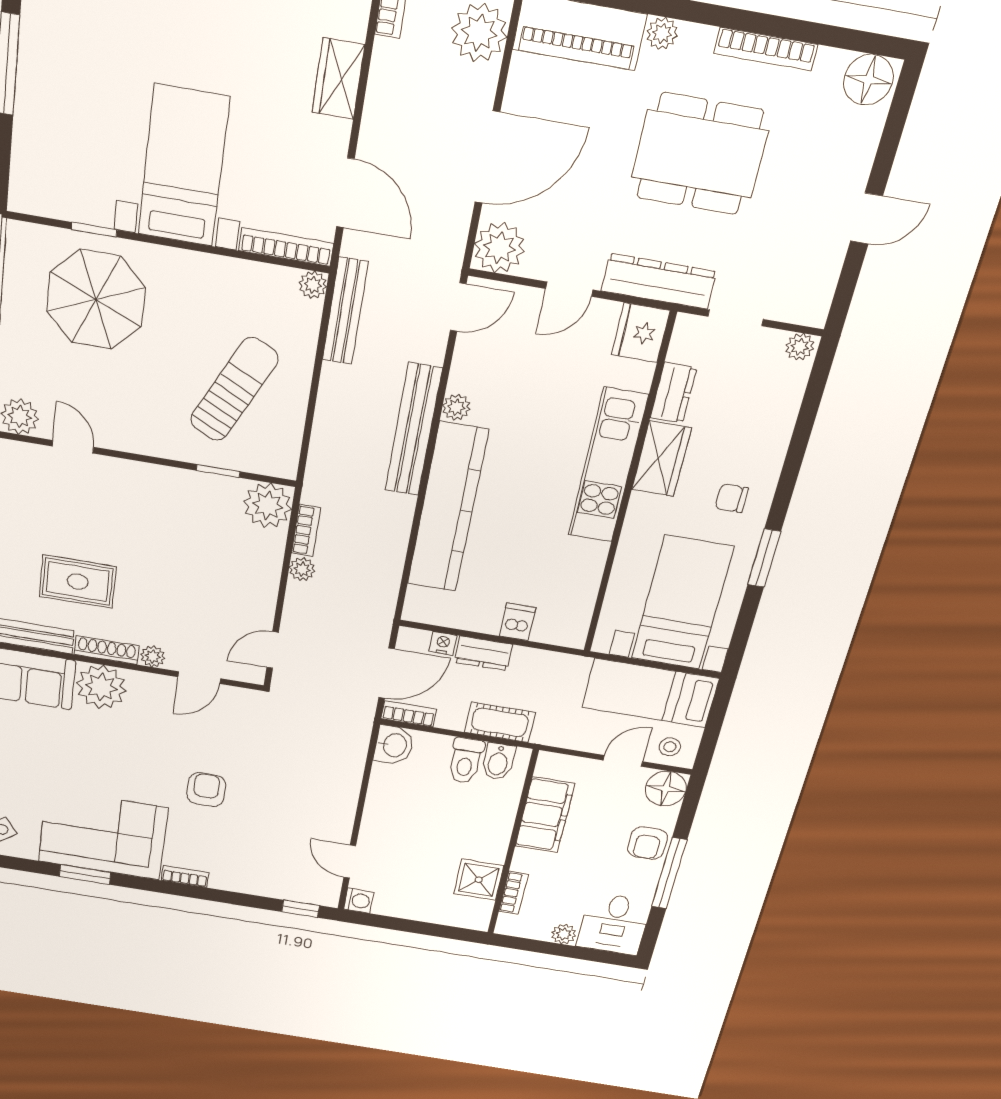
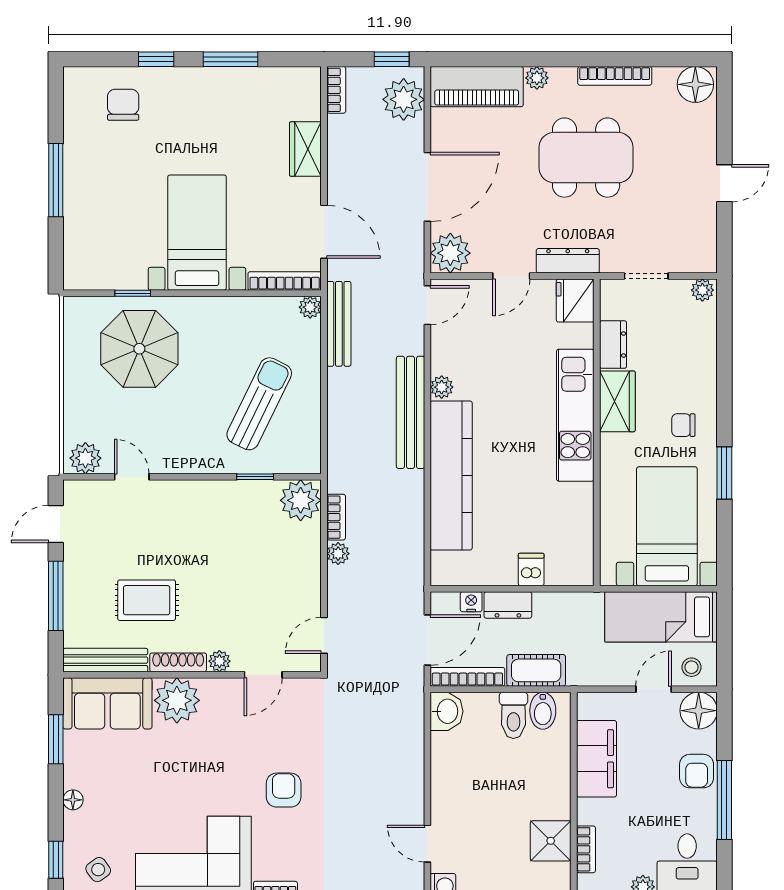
dresser: (659, 281) -> (568, 261), width x0.73, depth x0.80
bookcase: (409, 714) -> (467, 677), width x1.56

